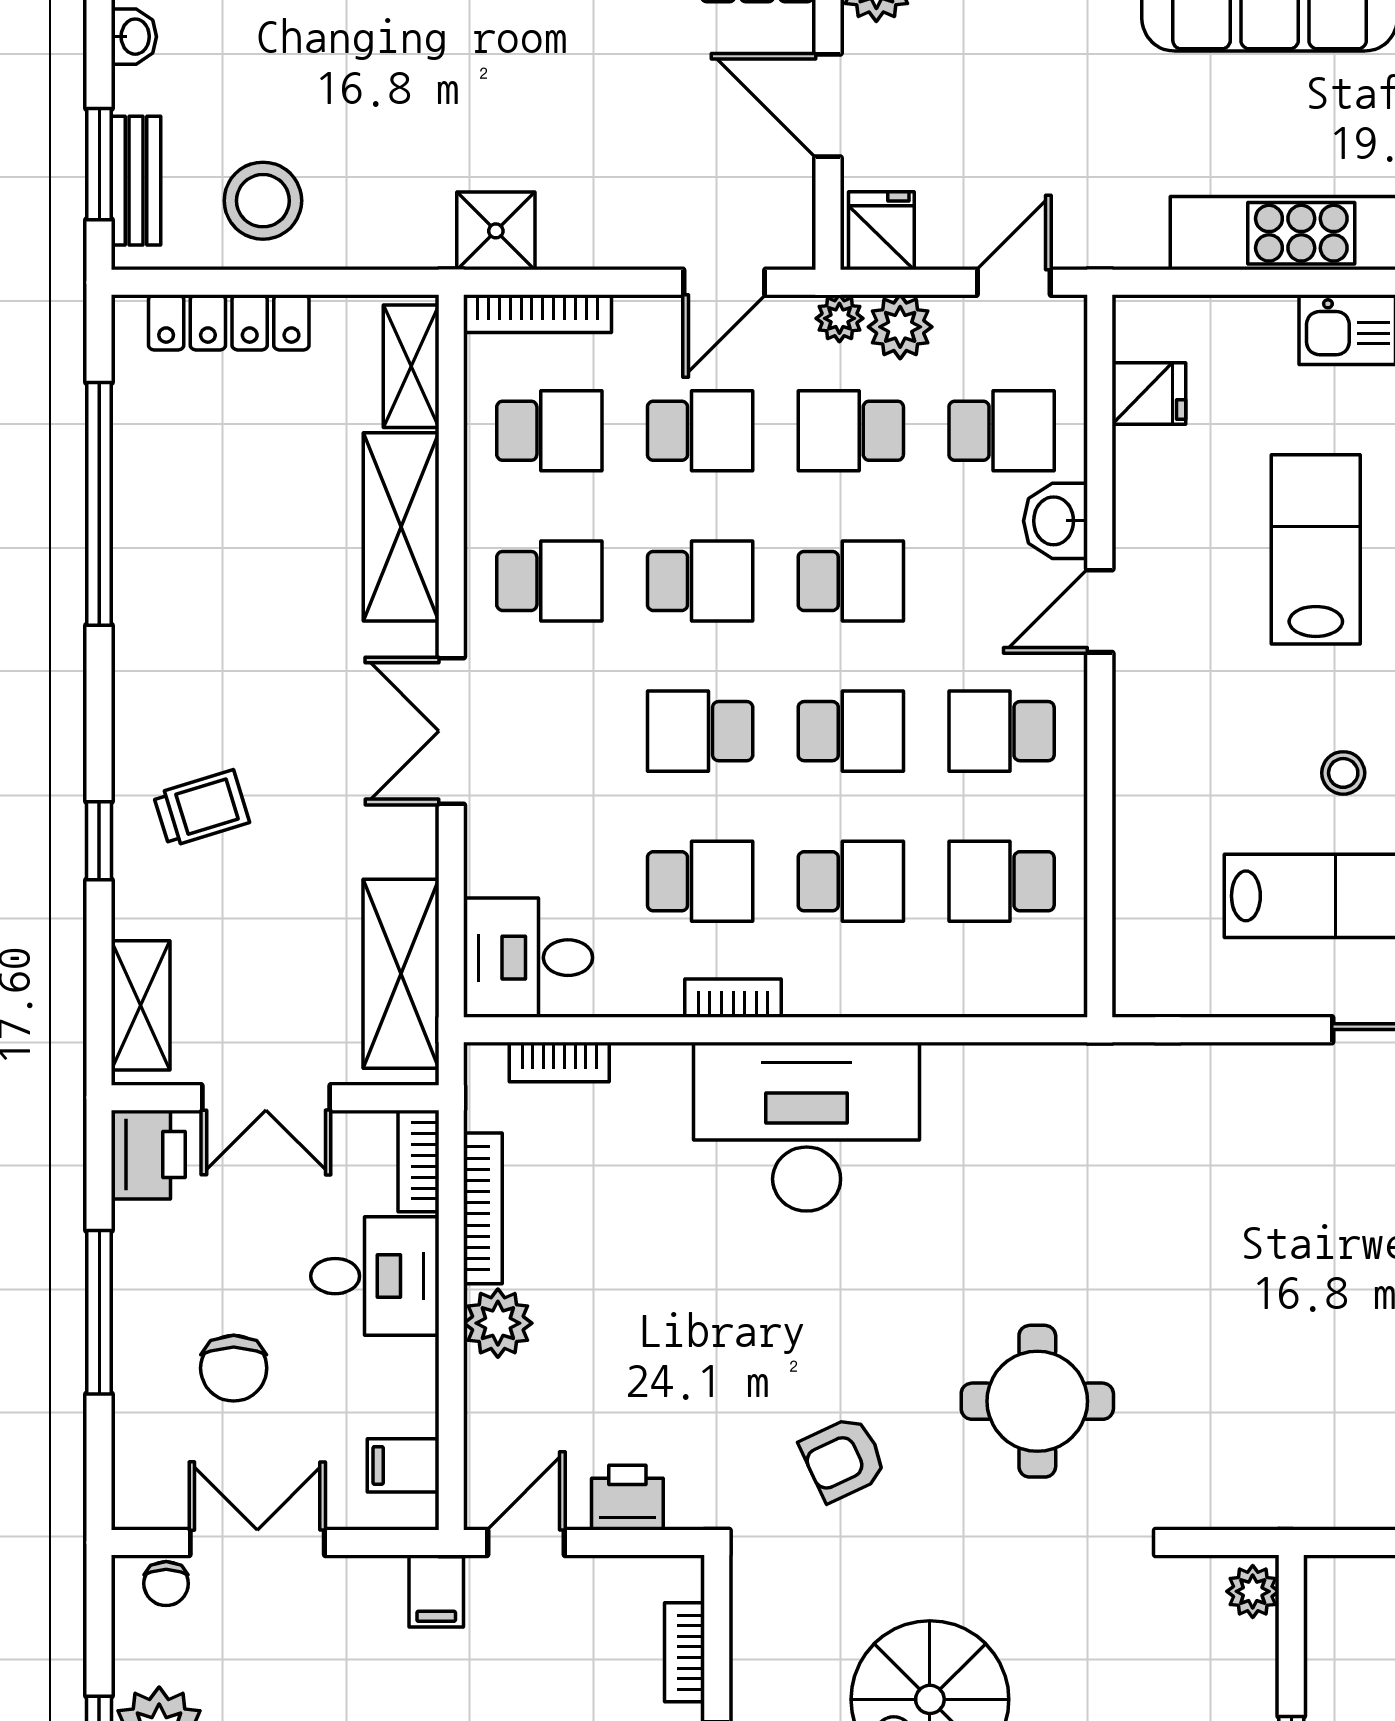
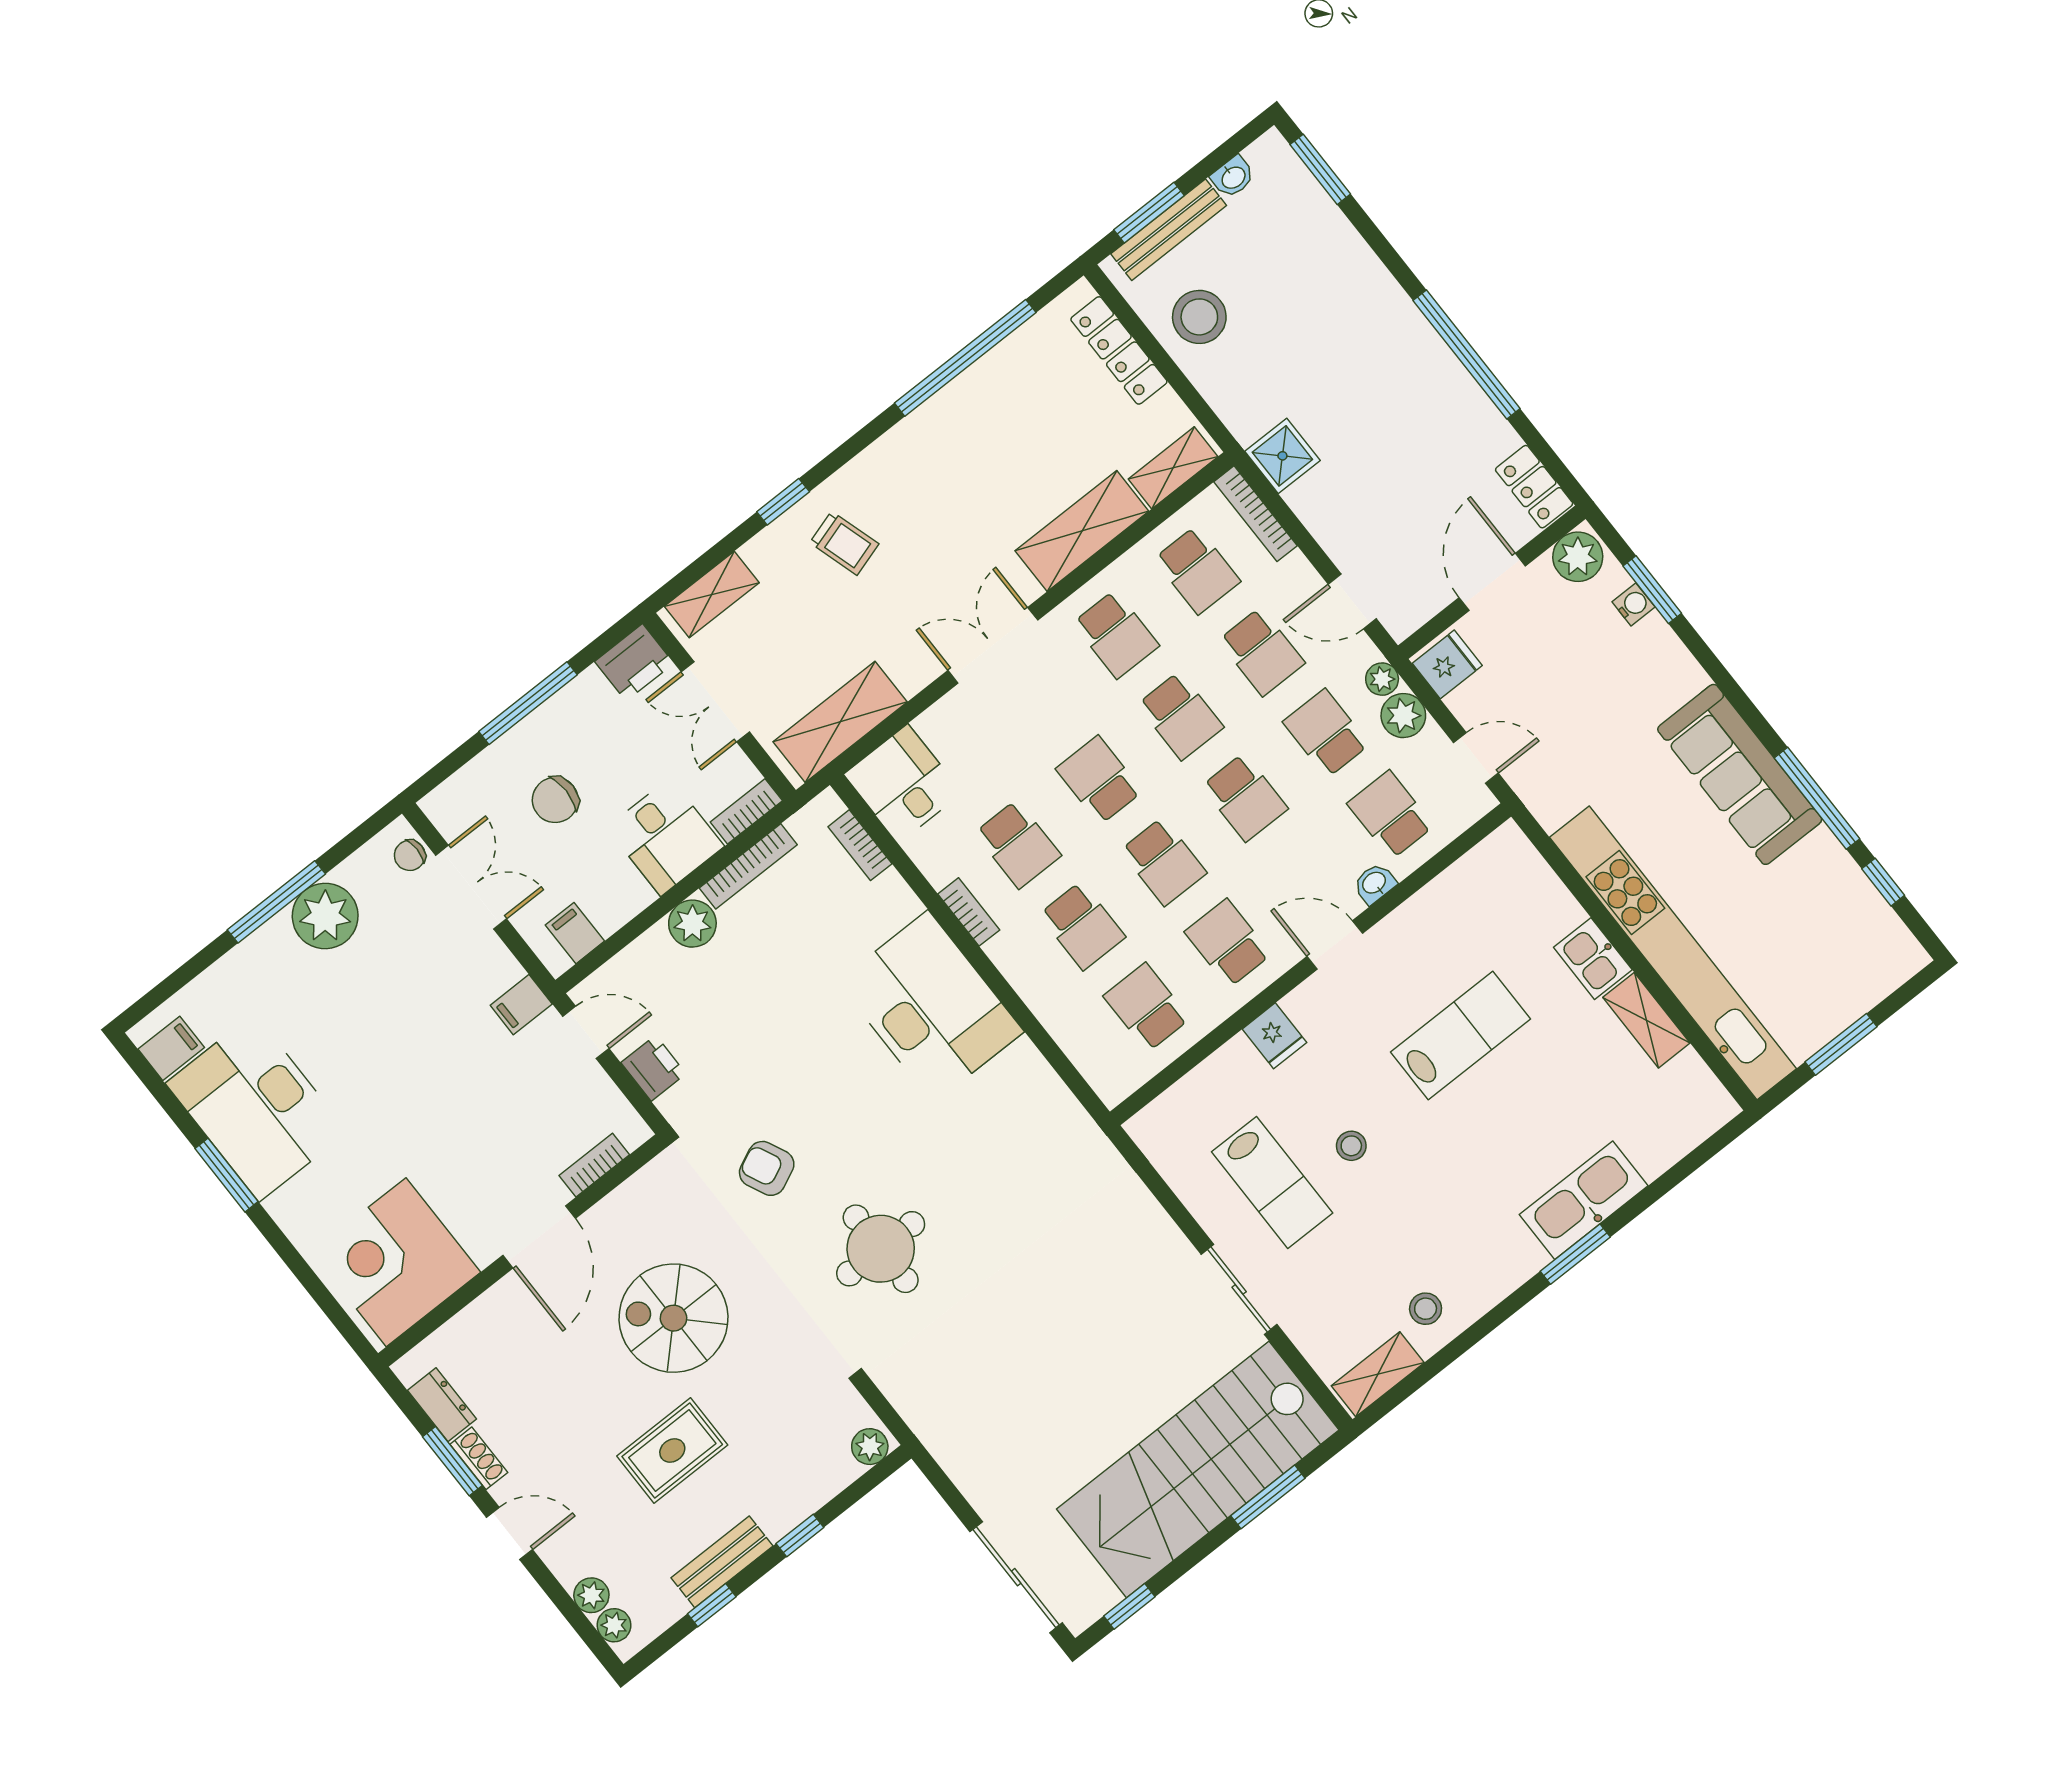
bench: (136, 181) -> (1169, 230), width x1.36
fridge: (1149, 393) -> (1274, 1036), moved
school desk: (1002, 431) -> (1390, 815), turned 180
washbasin: (1056, 521) -> (1375, 883), width x0.72, depth x0.69

